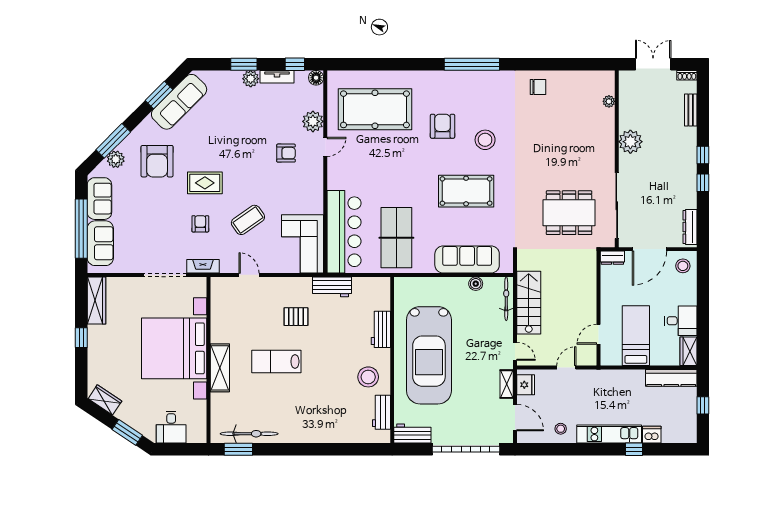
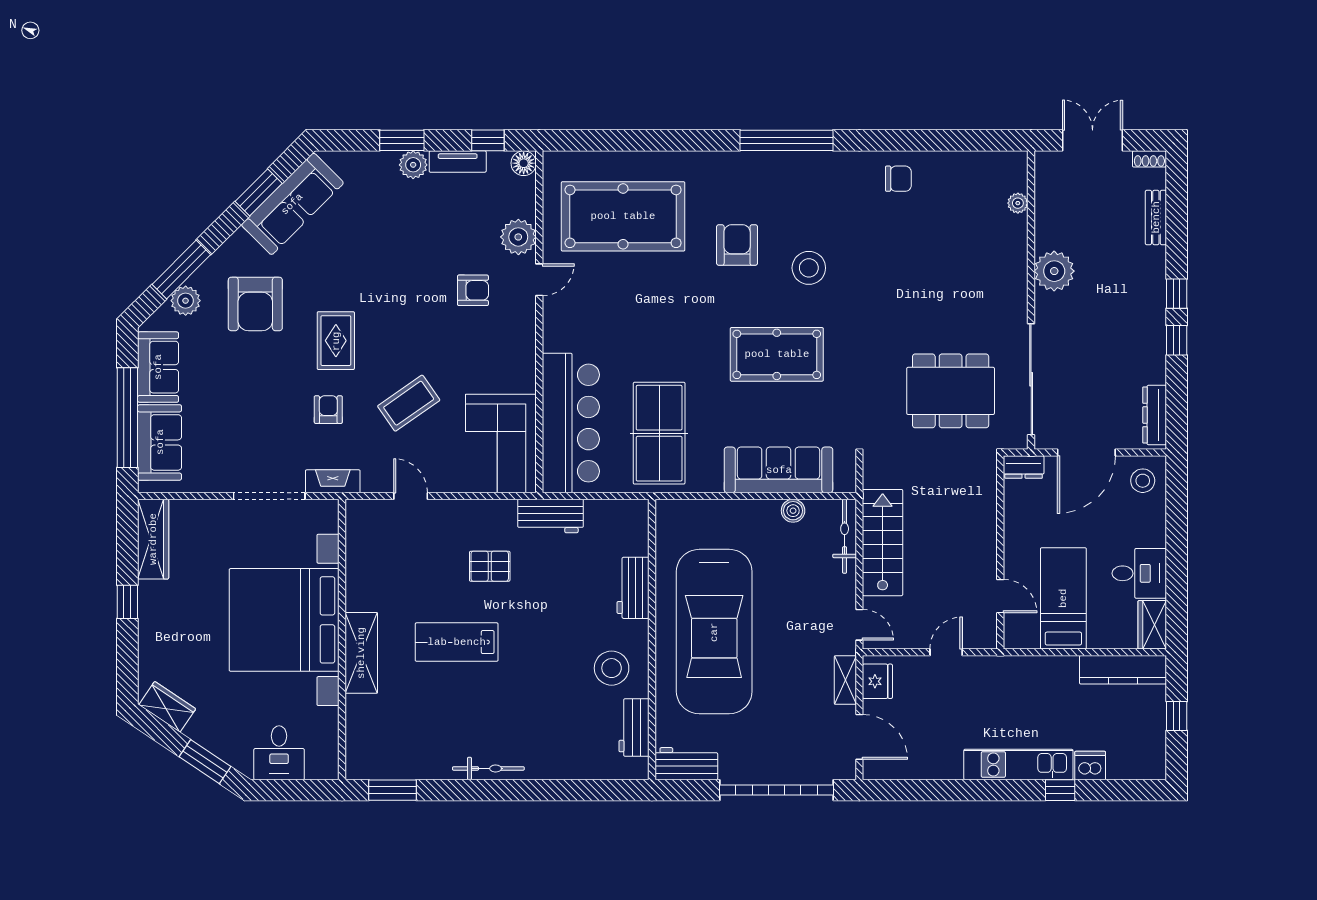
rug: (205, 183) -> (336, 341), turned 90
door: (599, 334) -> (1000, 596), swing flipped
stool: (561, 429) -> (936, 756), removed
bicycle: (249, 434) -> (488, 768), moved, width x0.73, depth x0.71

